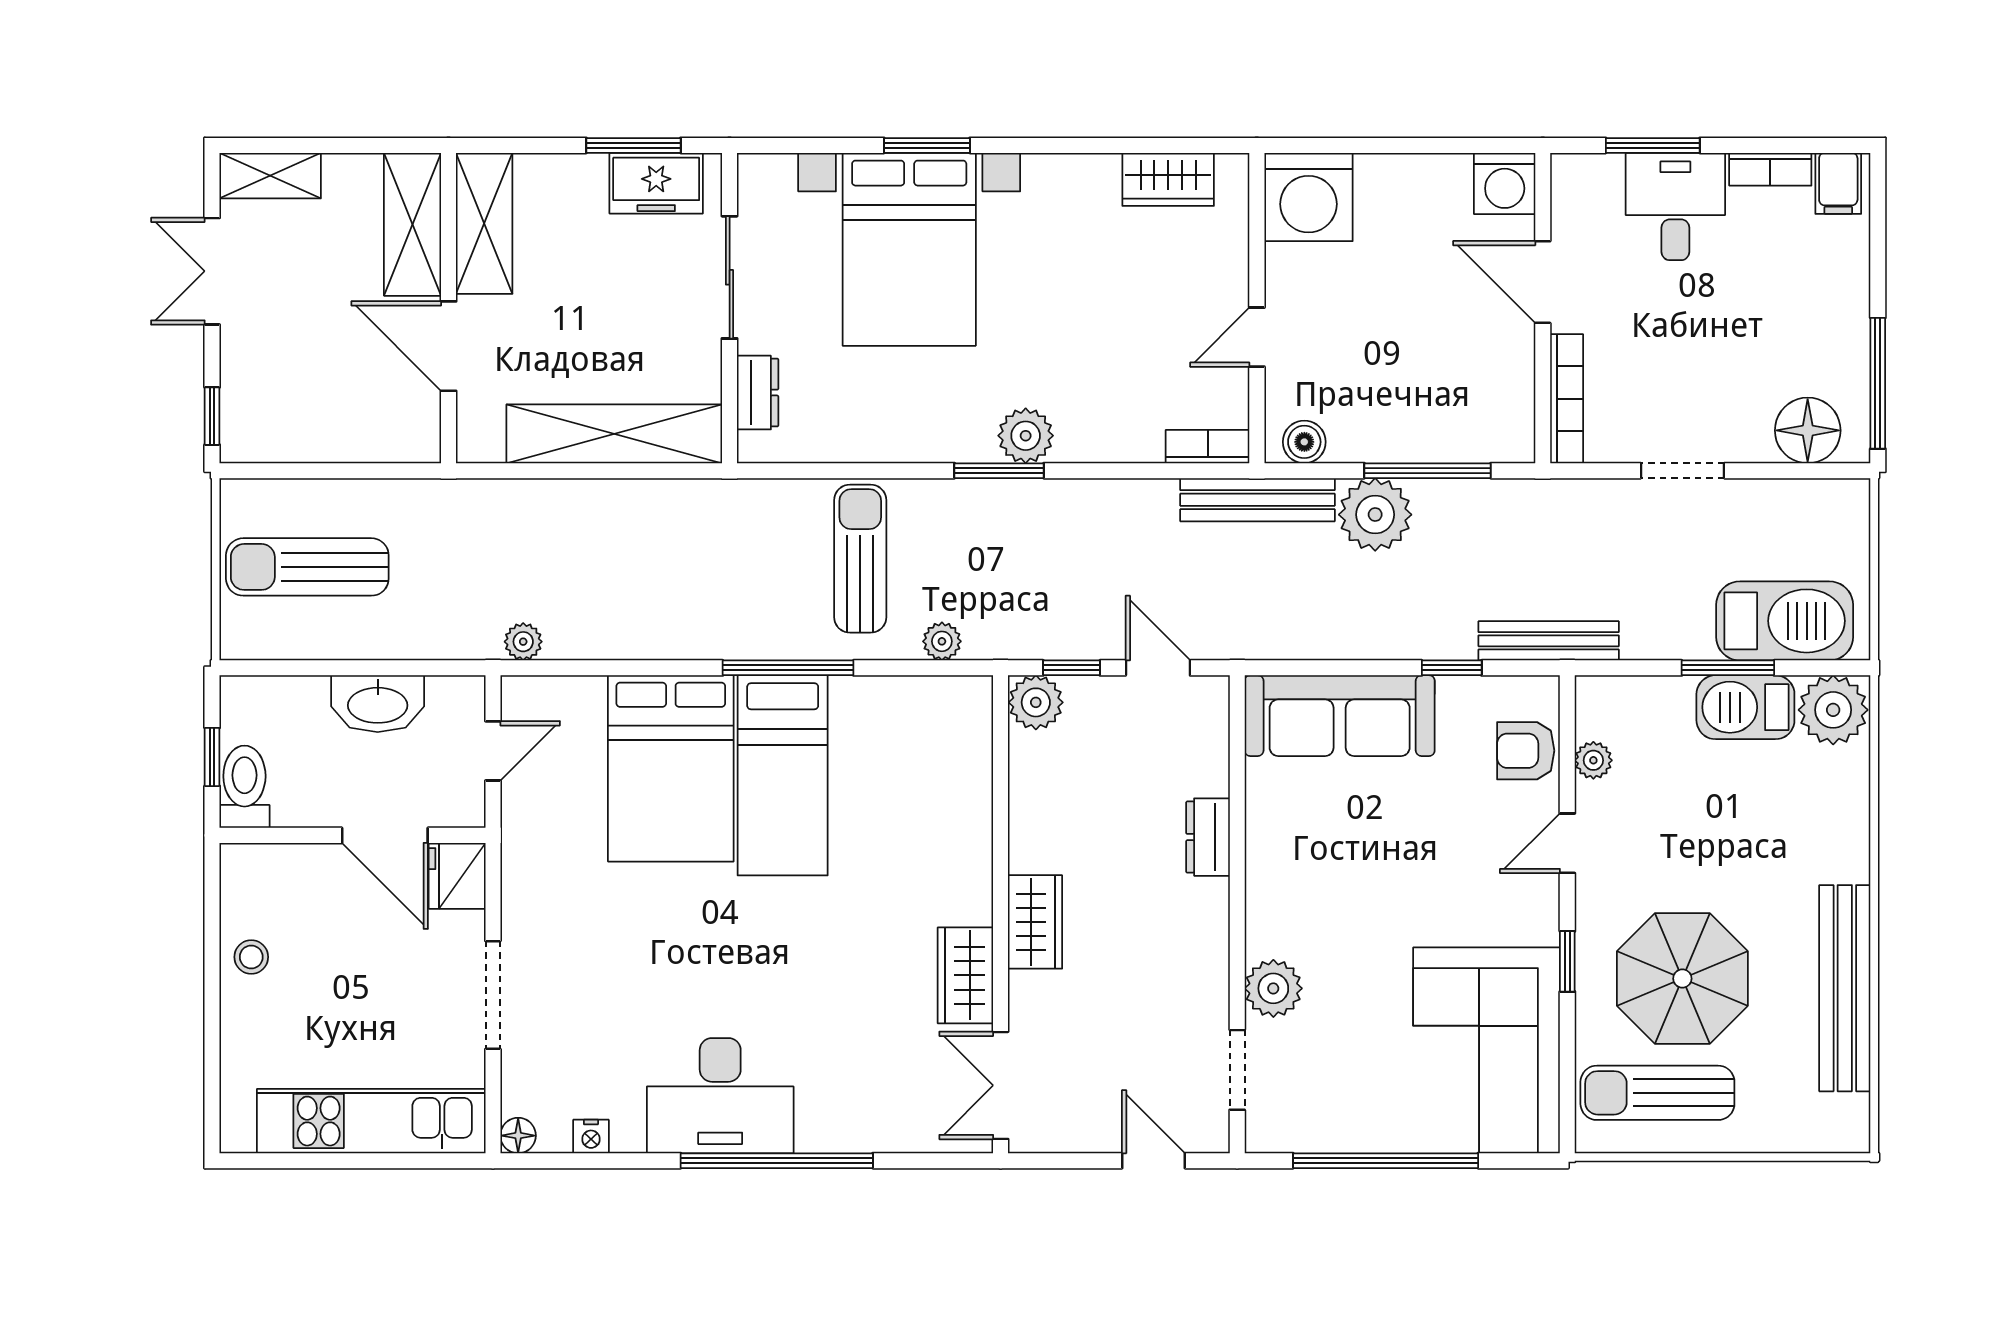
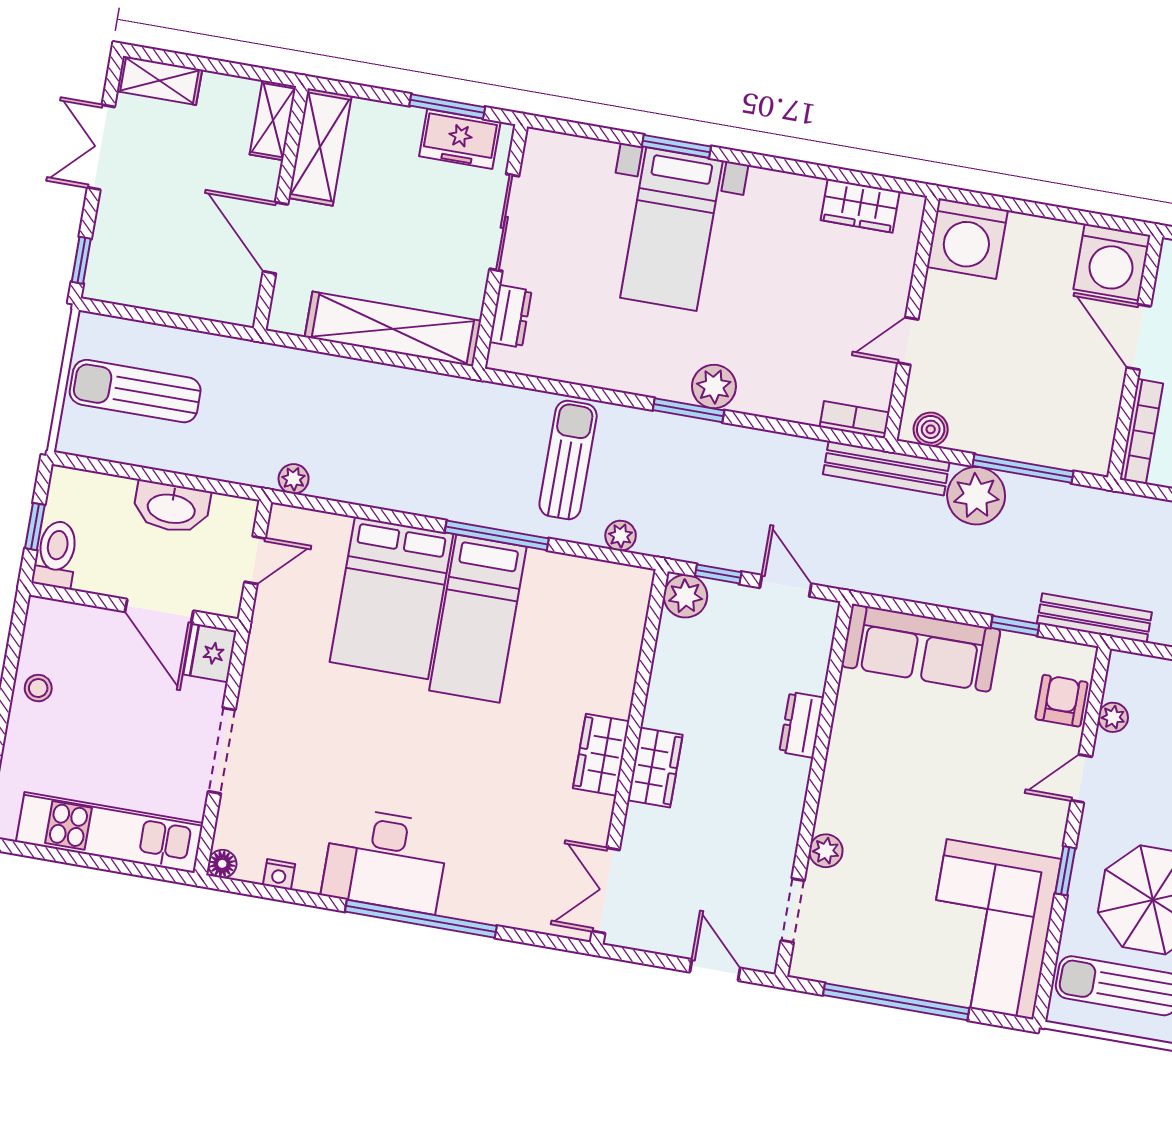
washing machine: (1505, 183) -> (1112, 262), width x1.37, depth x1.37
shelving: (413, 224) -> (273, 120), width x0.67, depth x0.75
bed with nightstands: (909, 249) -> (671, 229), width x0.73
armchair: (1526, 751) -> (1061, 701), turned 90
wardrobe: (965, 975) -> (601, 755), moved
plant: (1273, 988) -> (826, 851), width x0.73, depth x0.73

